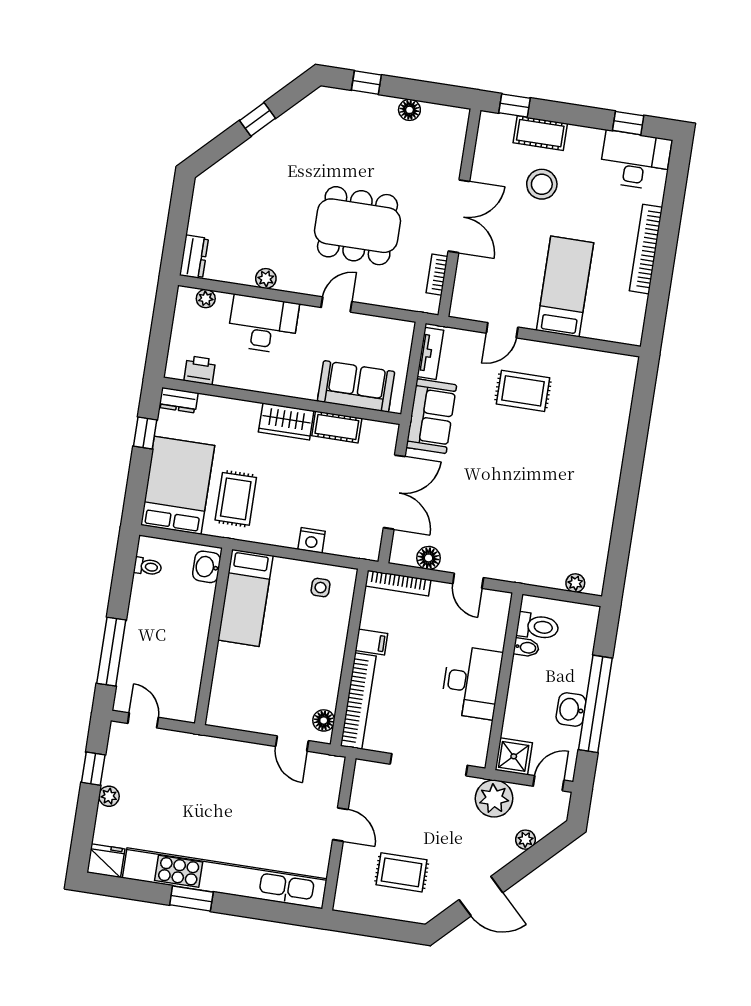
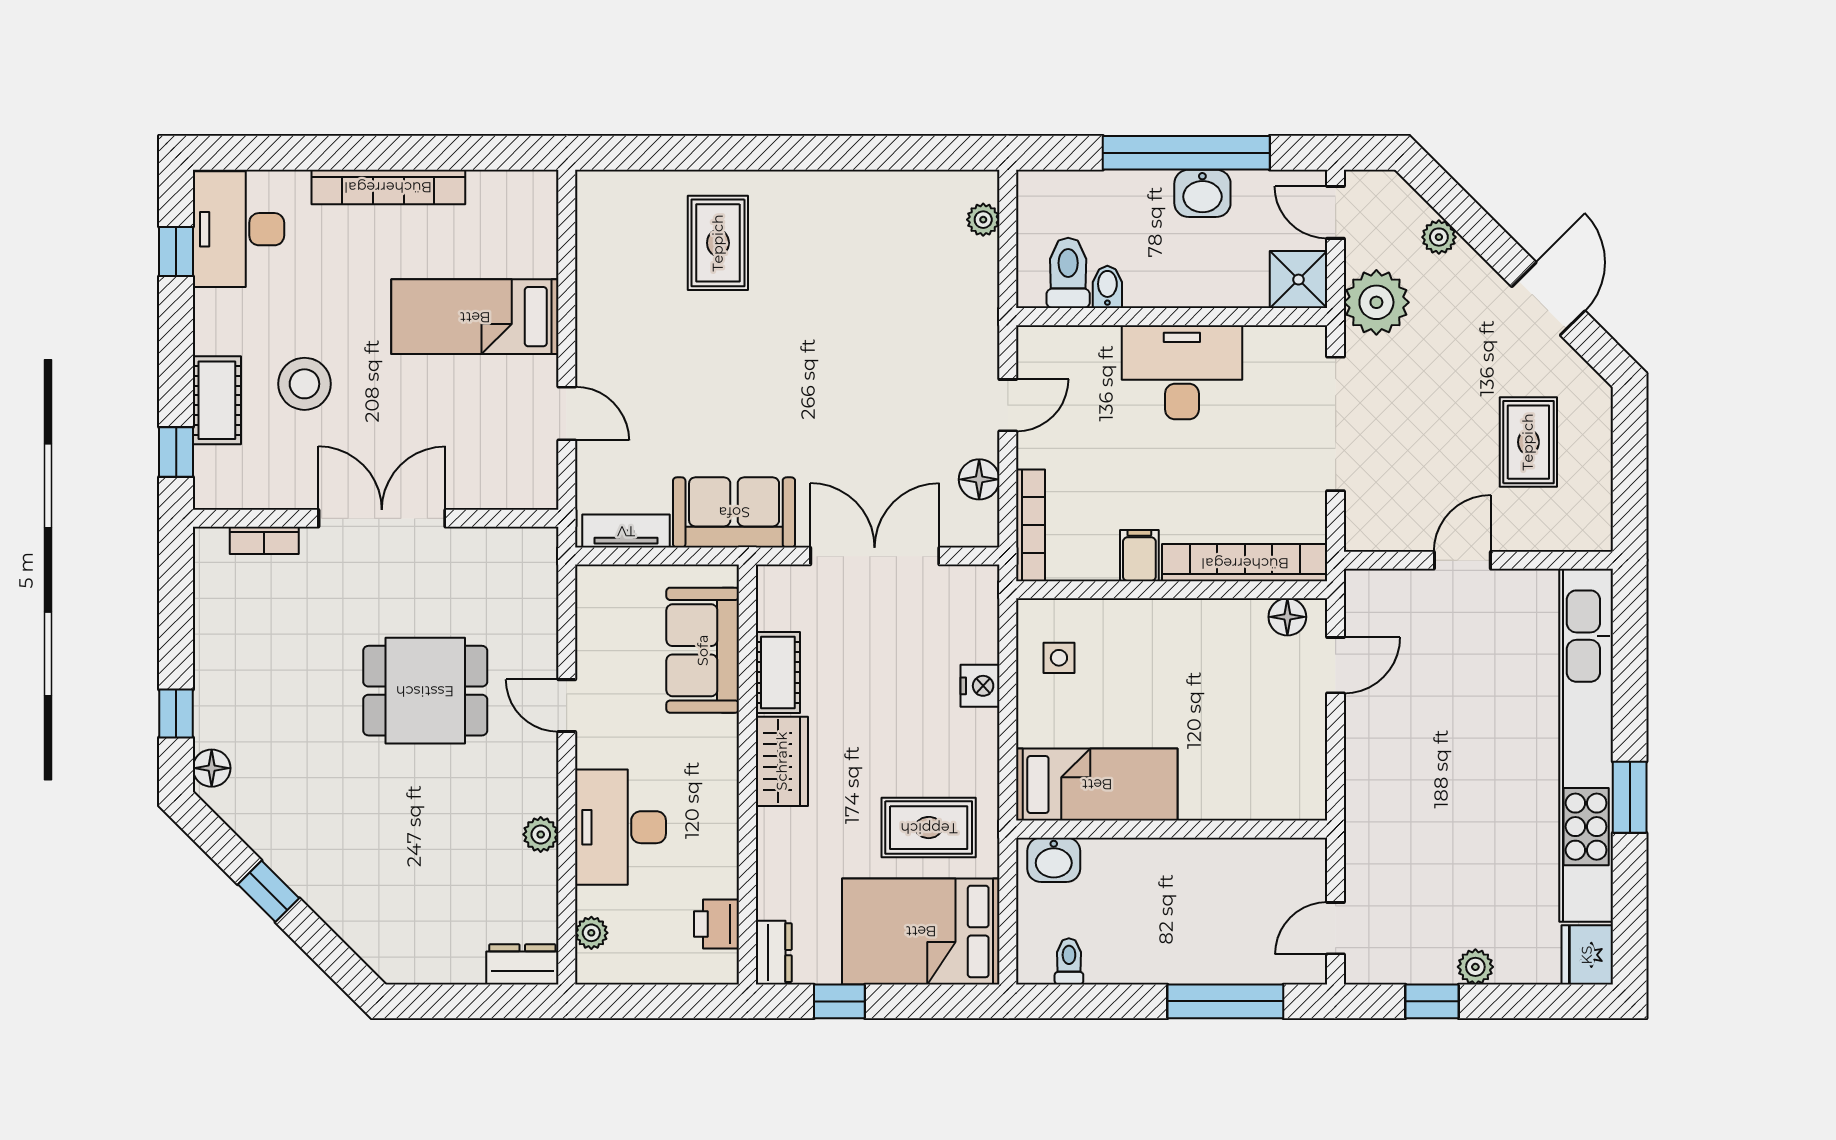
floor lamp: (409, 110) -> (212, 768), moved
dining table: (357, 226) -> (425, 691), width x0.73
bookcase: (437, 275) -> (264, 540), moved
rug: (523, 391) -> (718, 243), moved

